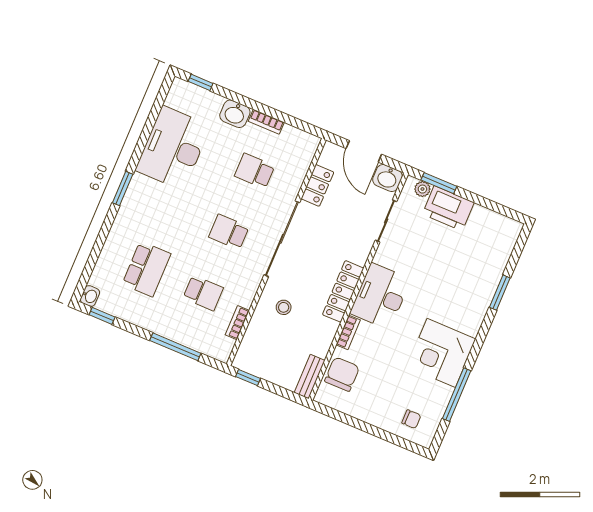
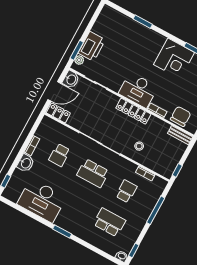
locker: (317, 185) -> (58, 113), moved
school desk: (229, 232) -> (93, 173), width x1.85
chair: (342, 374) -> (181, 116), turned 90

